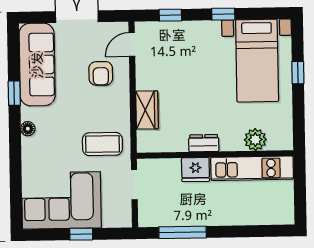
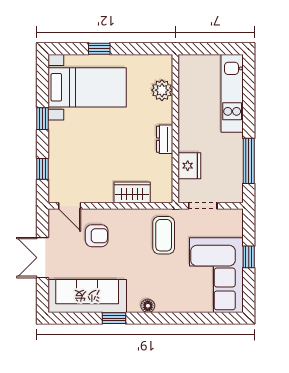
kitchen unit: (252, 168) -> (232, 93), moved, turned 180
fridge: (195, 170) -> (189, 166), moved

